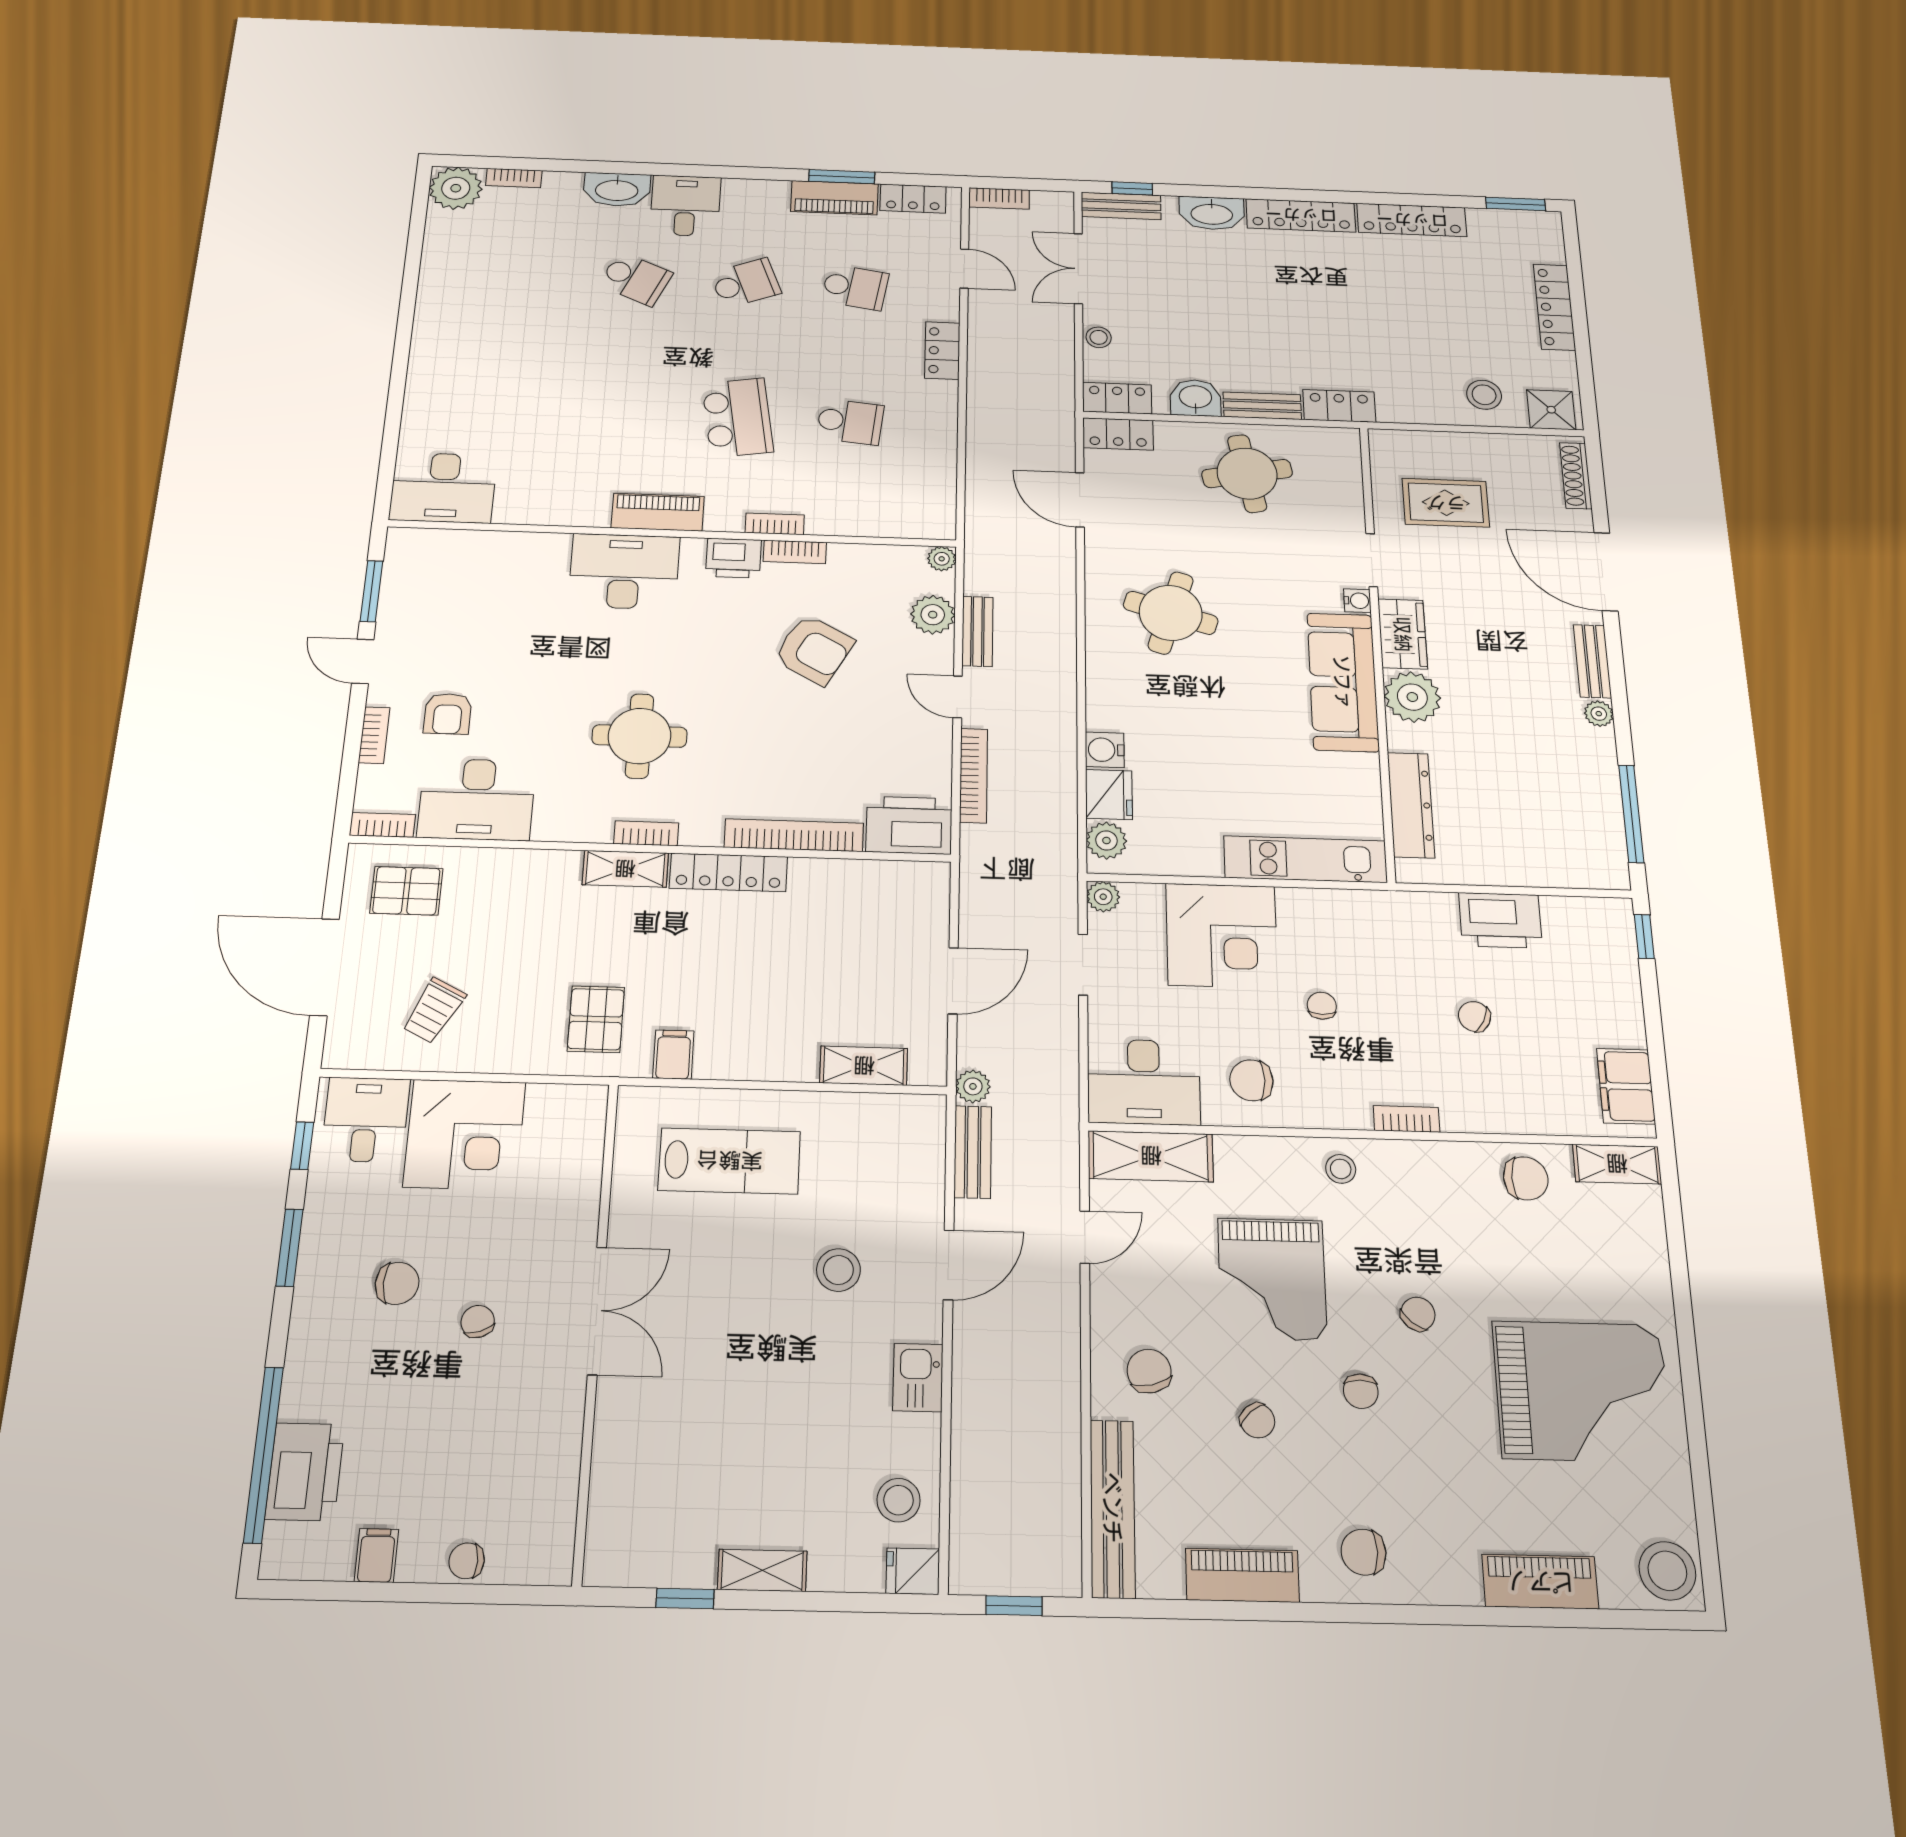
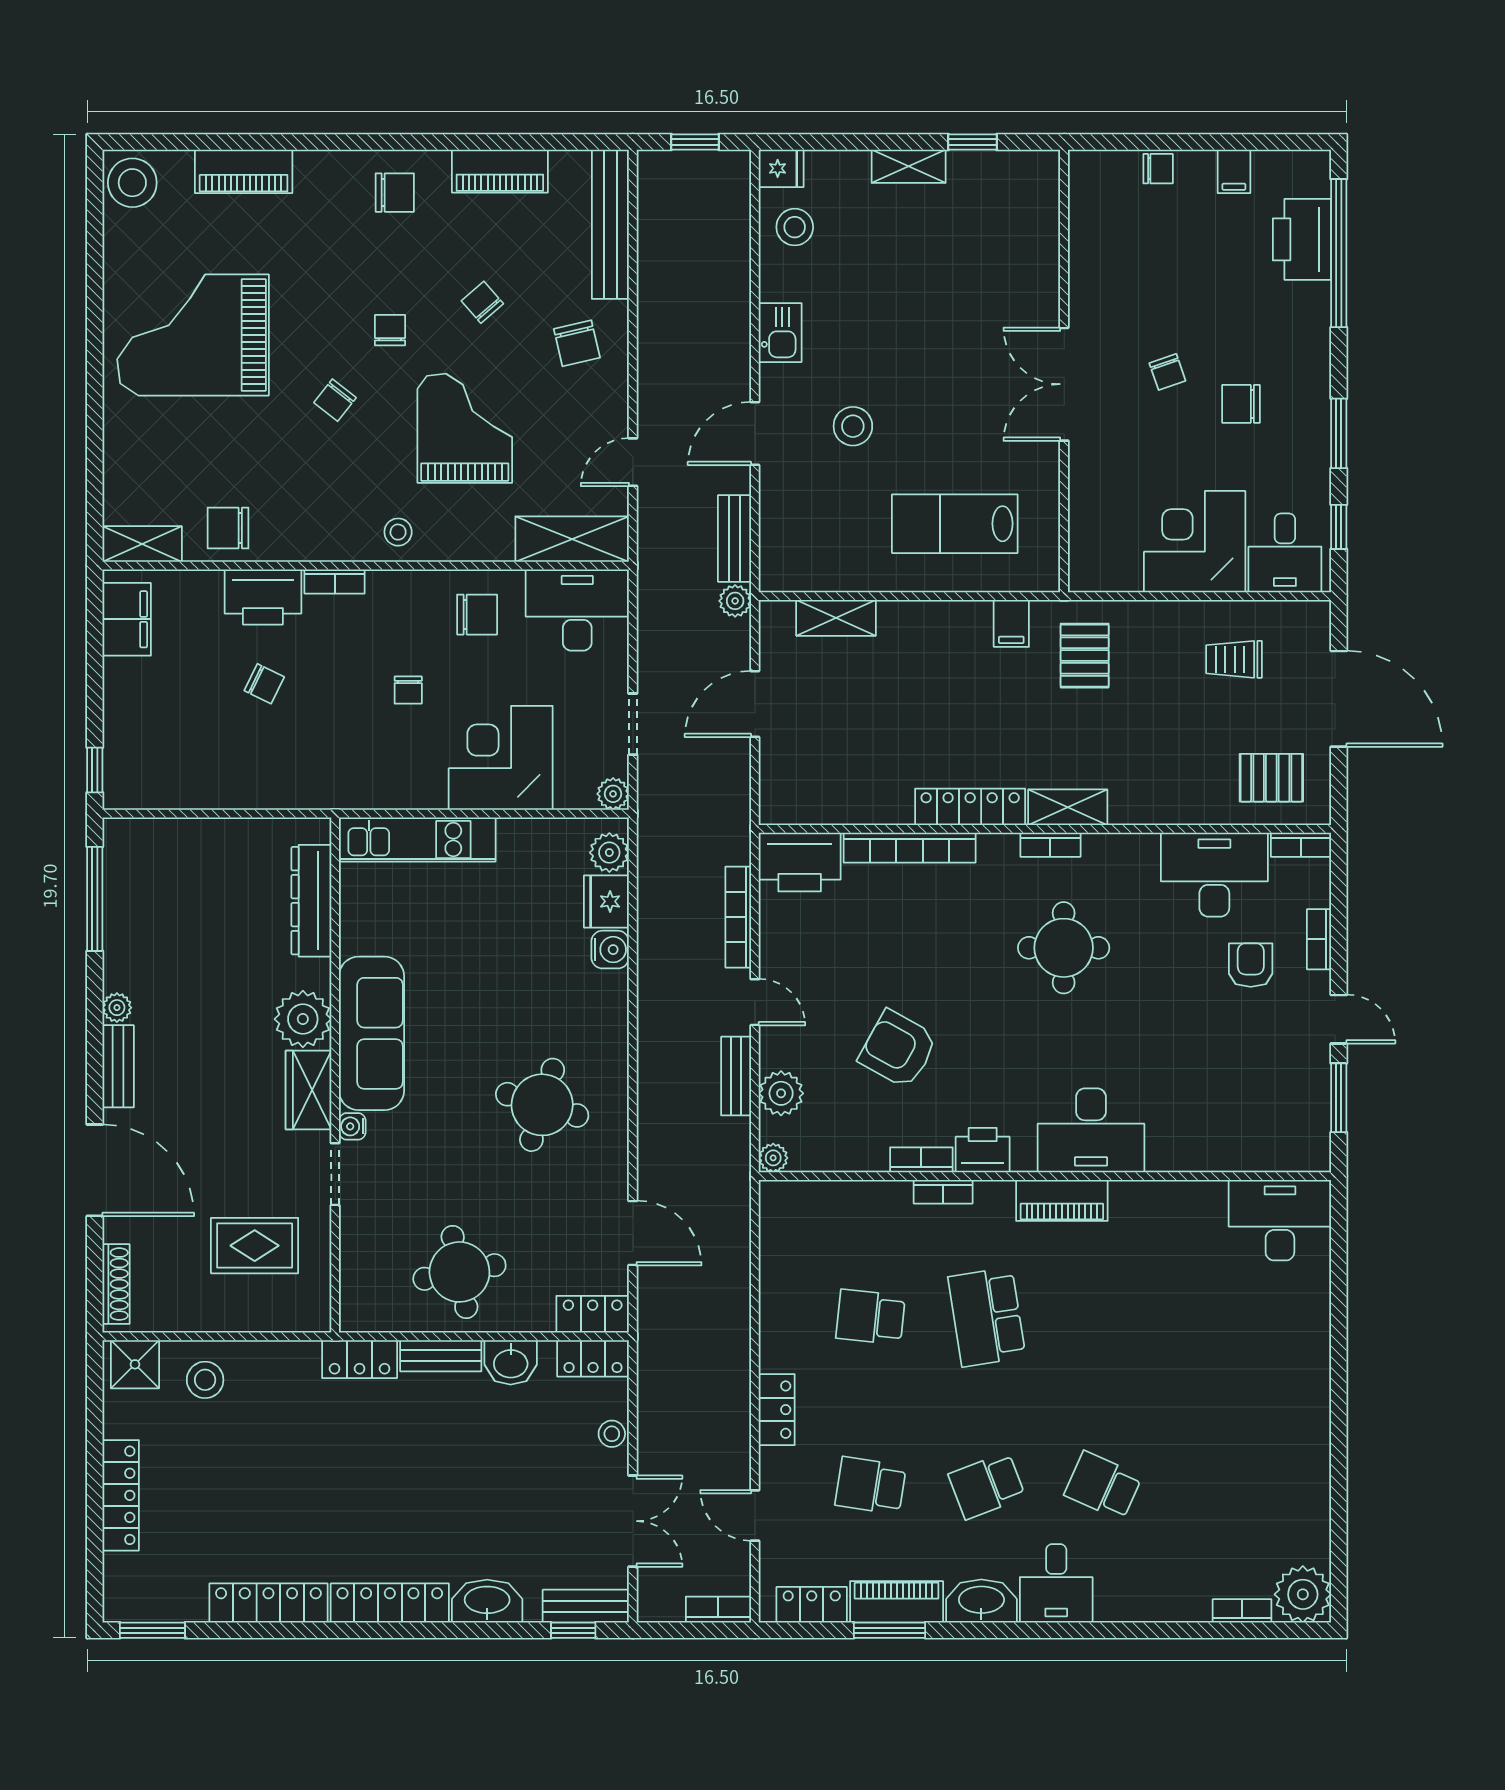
washbasin: (617, 190) -> (981, 1601), moved
printer: (1500, 920) -> (263, 597), moved, turned 180
trolley: (434, 1011) -> (1234, 659), turned -117

